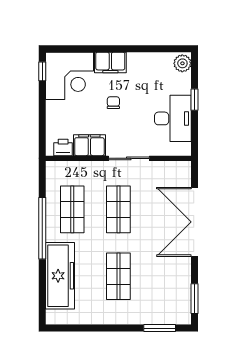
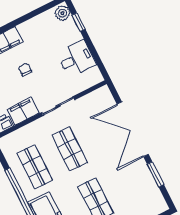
window: (195, 100) -> (79, 22), moved
desk: (173, 118) -> (76, 59), width x0.73
window: (195, 299) -> (155, 174), moved

